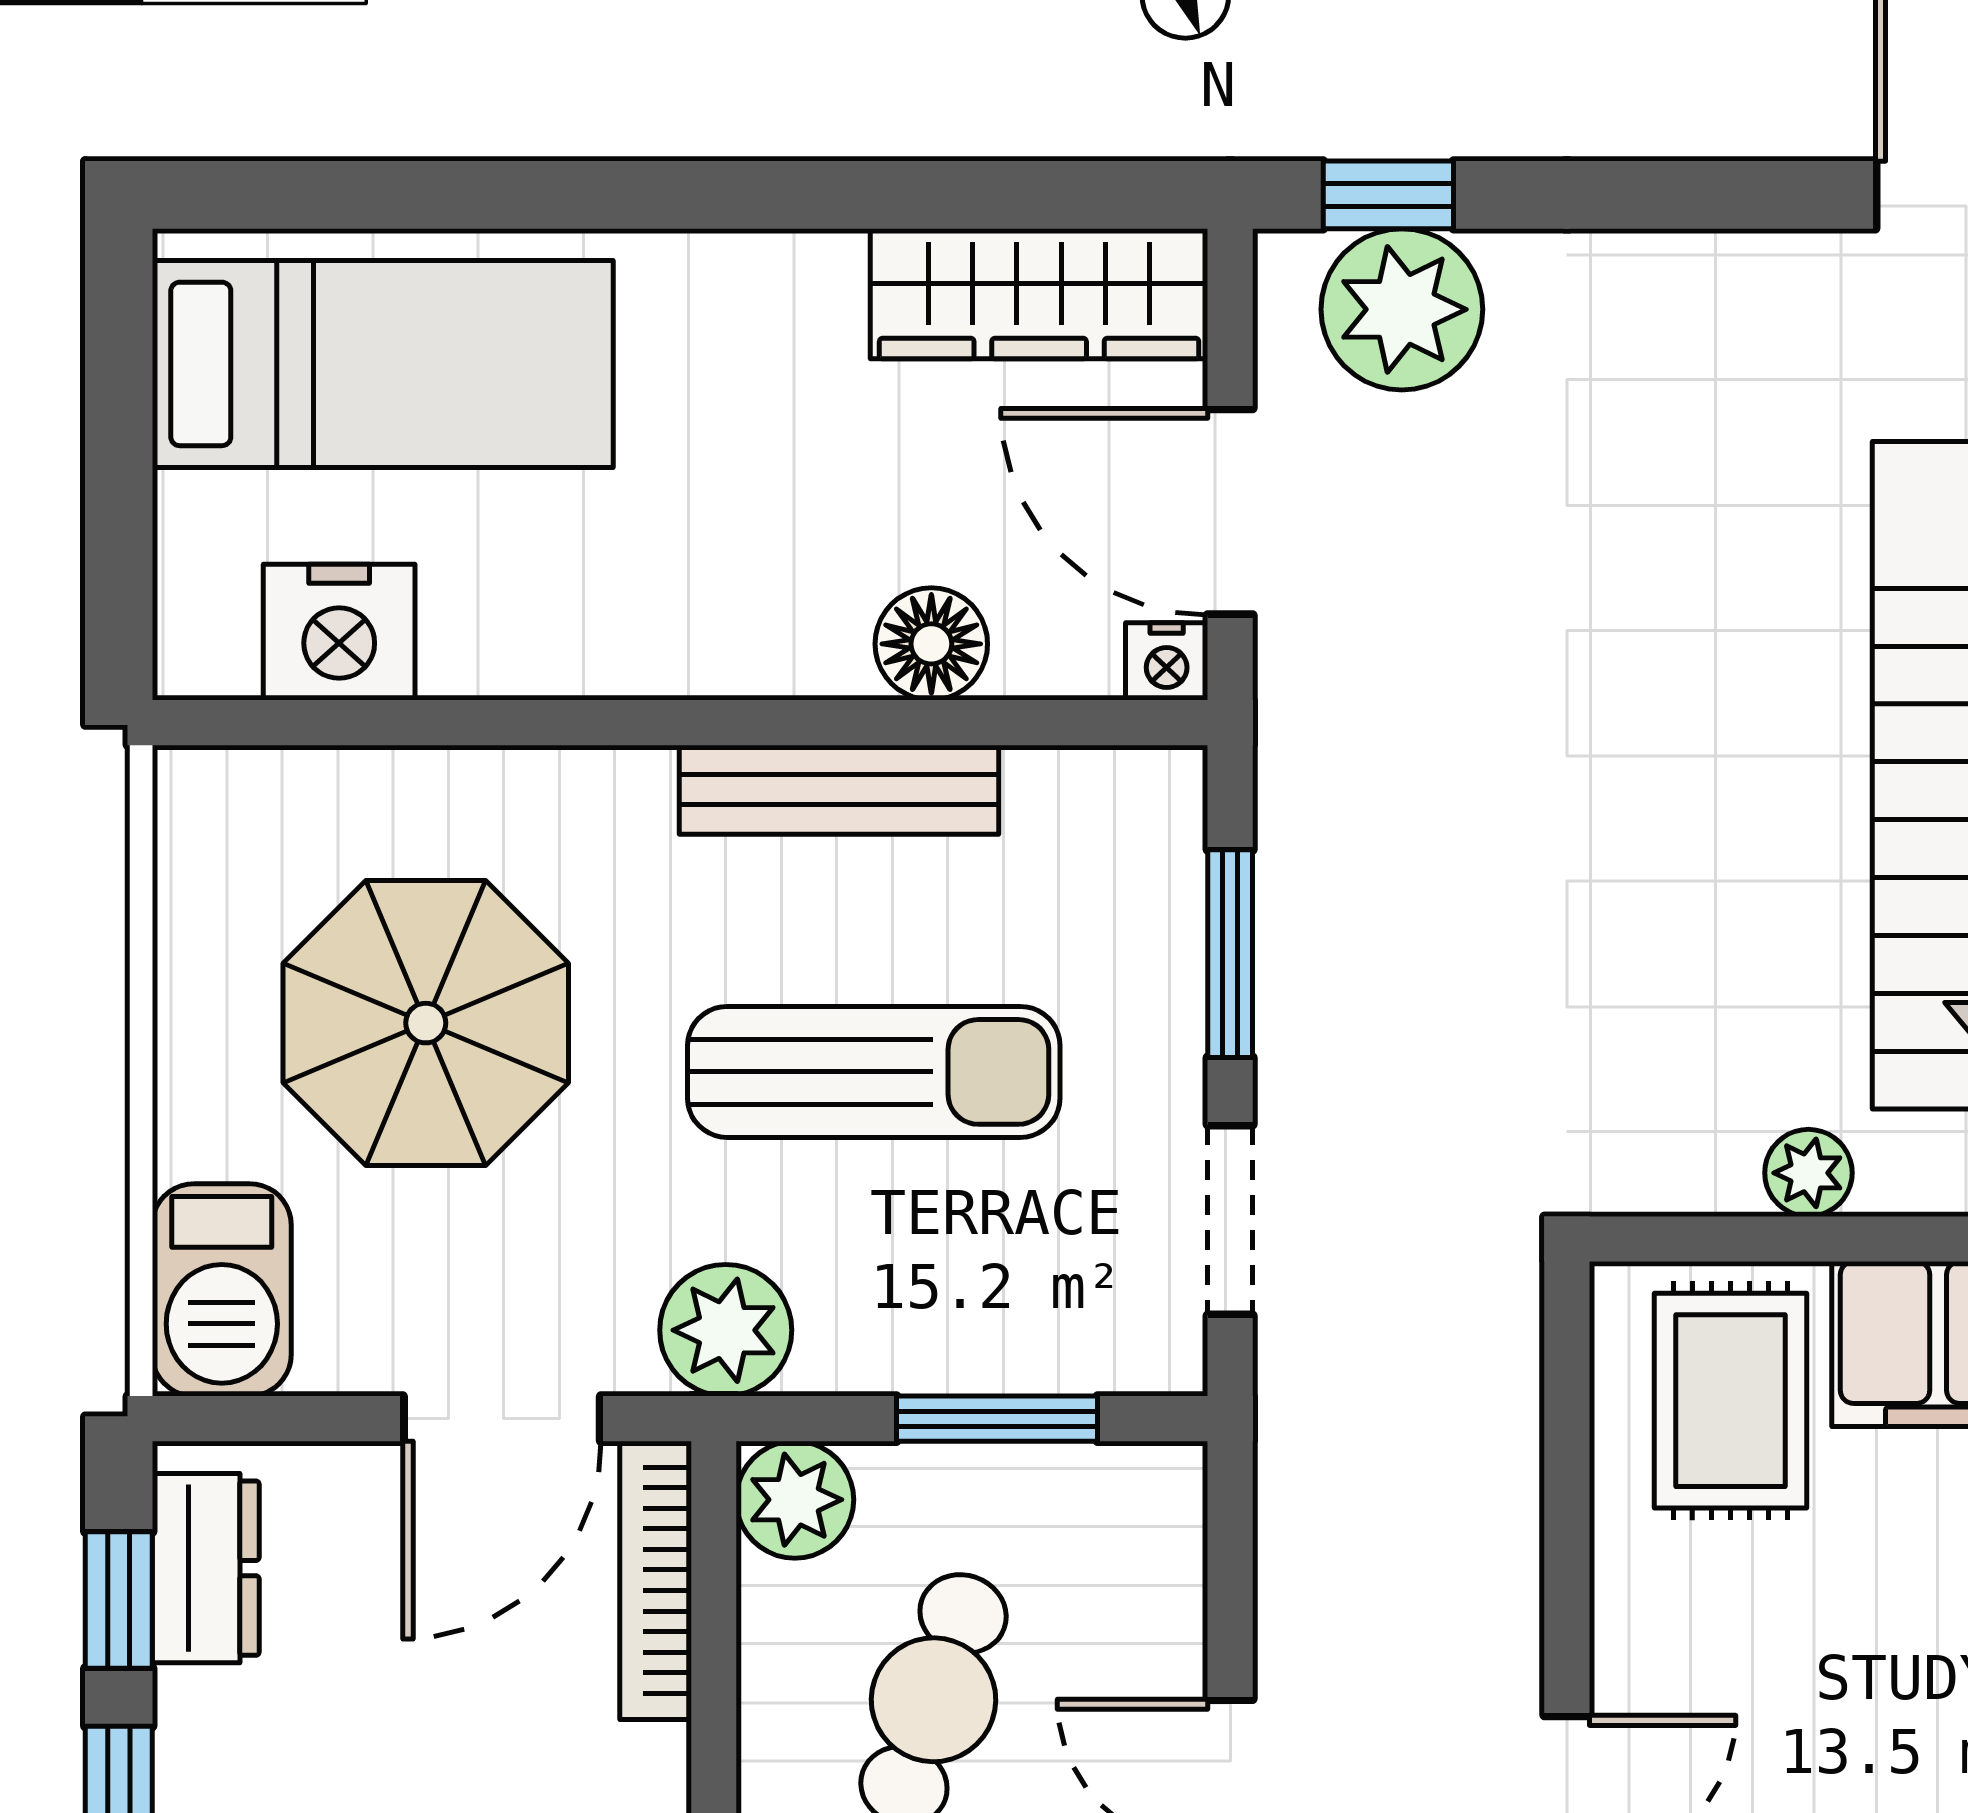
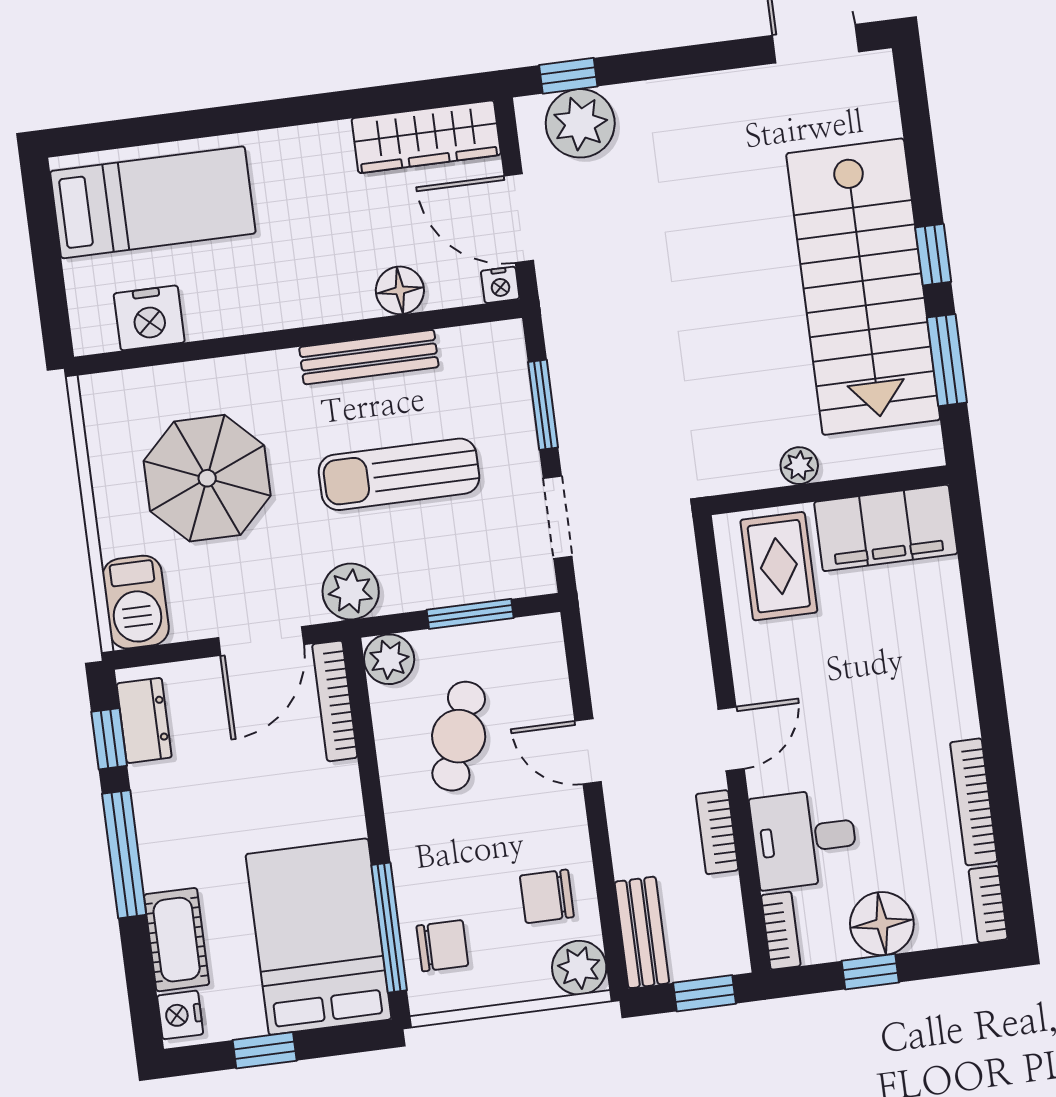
sun lounger: (874, 1072) -> (399, 474), turned 180

